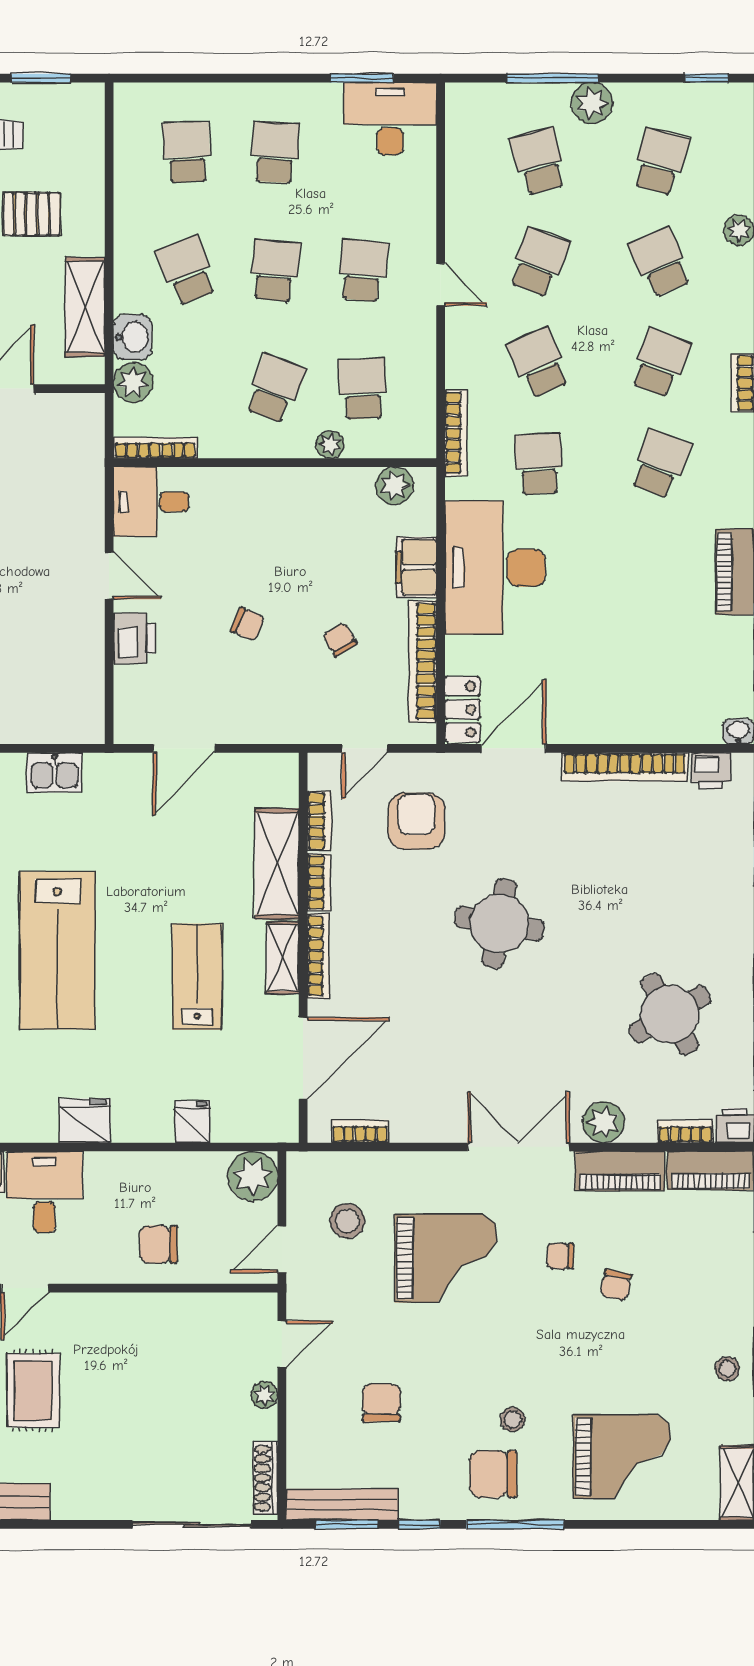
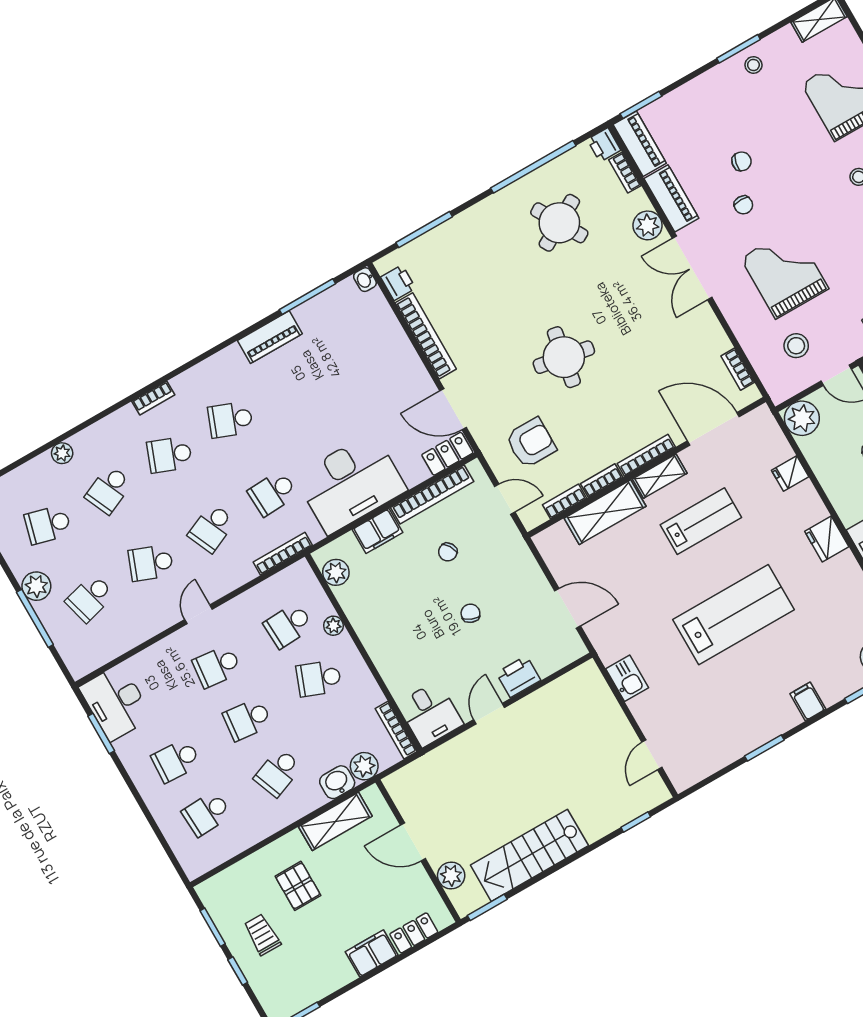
armchair: (416, 821) -> (531, 443), turned 180
lab bench: (197, 977) -> (701, 521), turned 180

